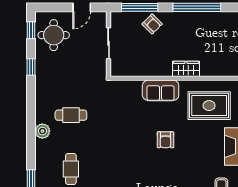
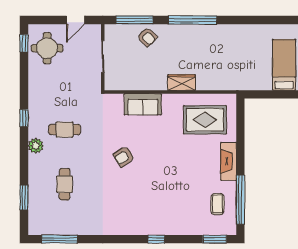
window: (31, 67) -> (24, 118), moved
sofa: (161, 90) -> (143, 104), moved
armchair: (165, 140) -> (124, 157), moved, turned 57

